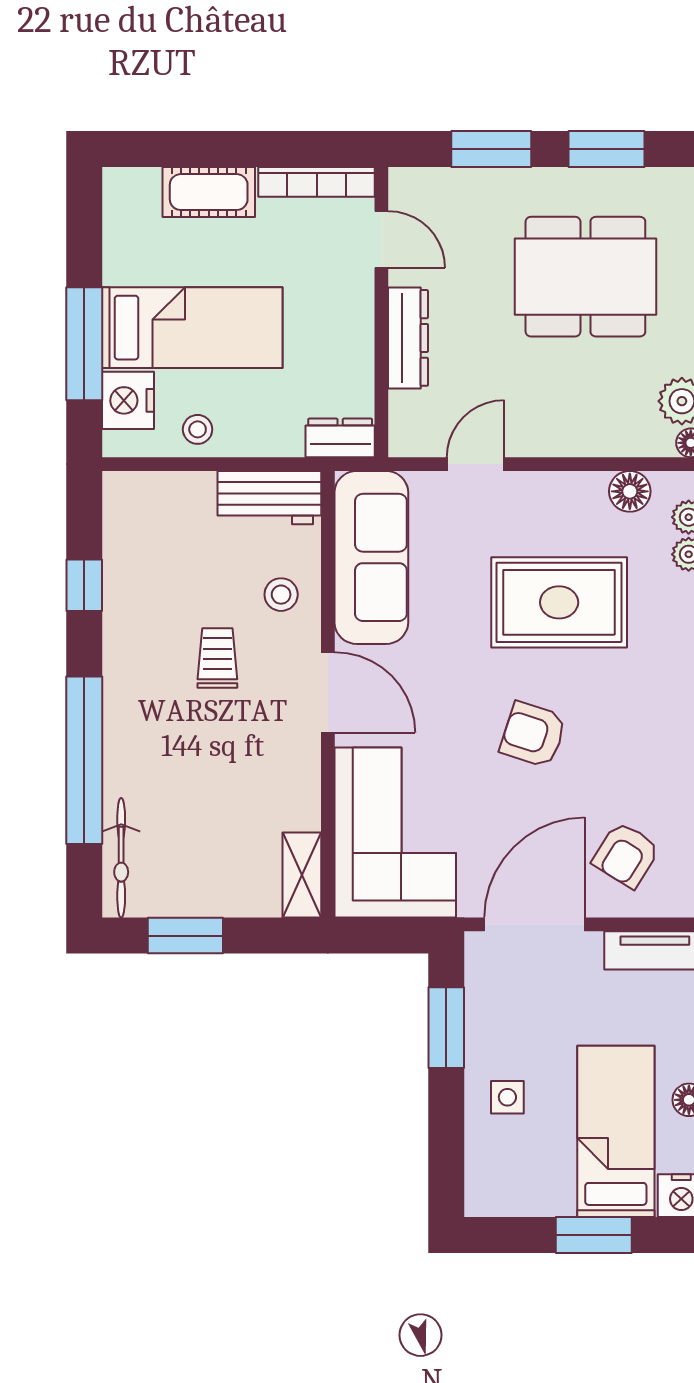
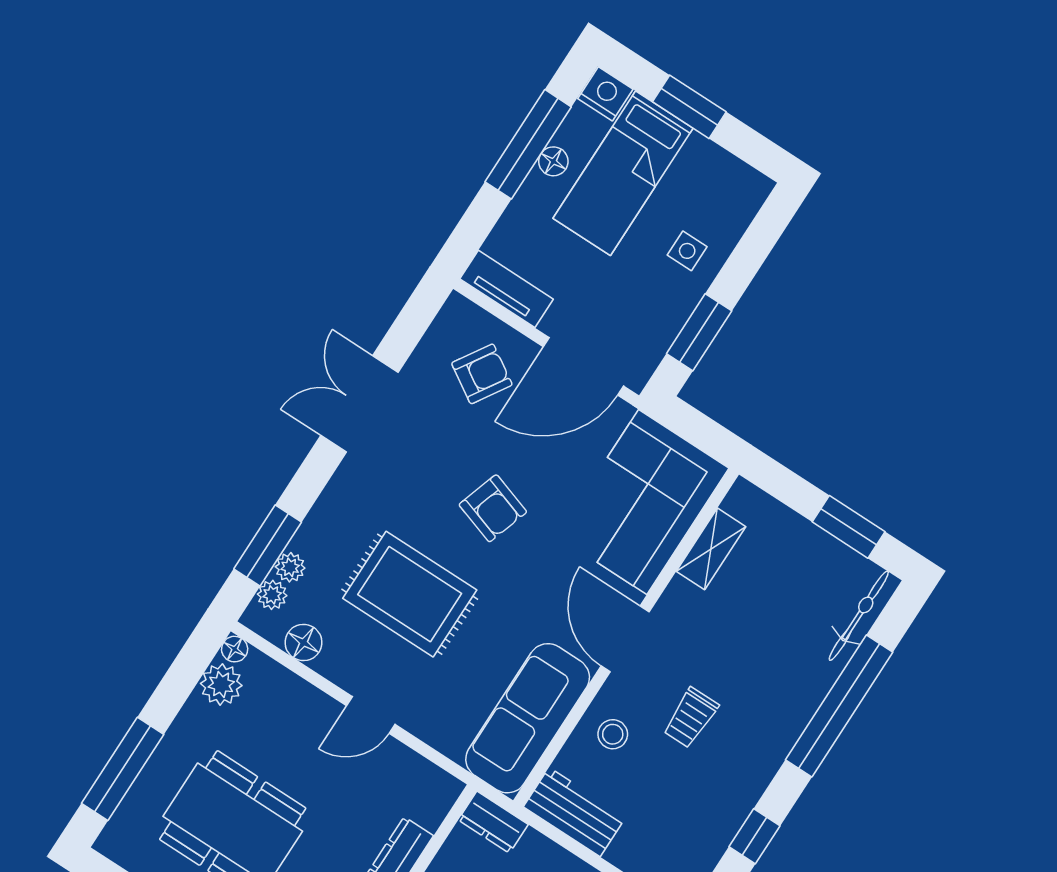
door: (476, 464) -> (371, 715), moved
shelving: (302, 875) -> (711, 549), moved

